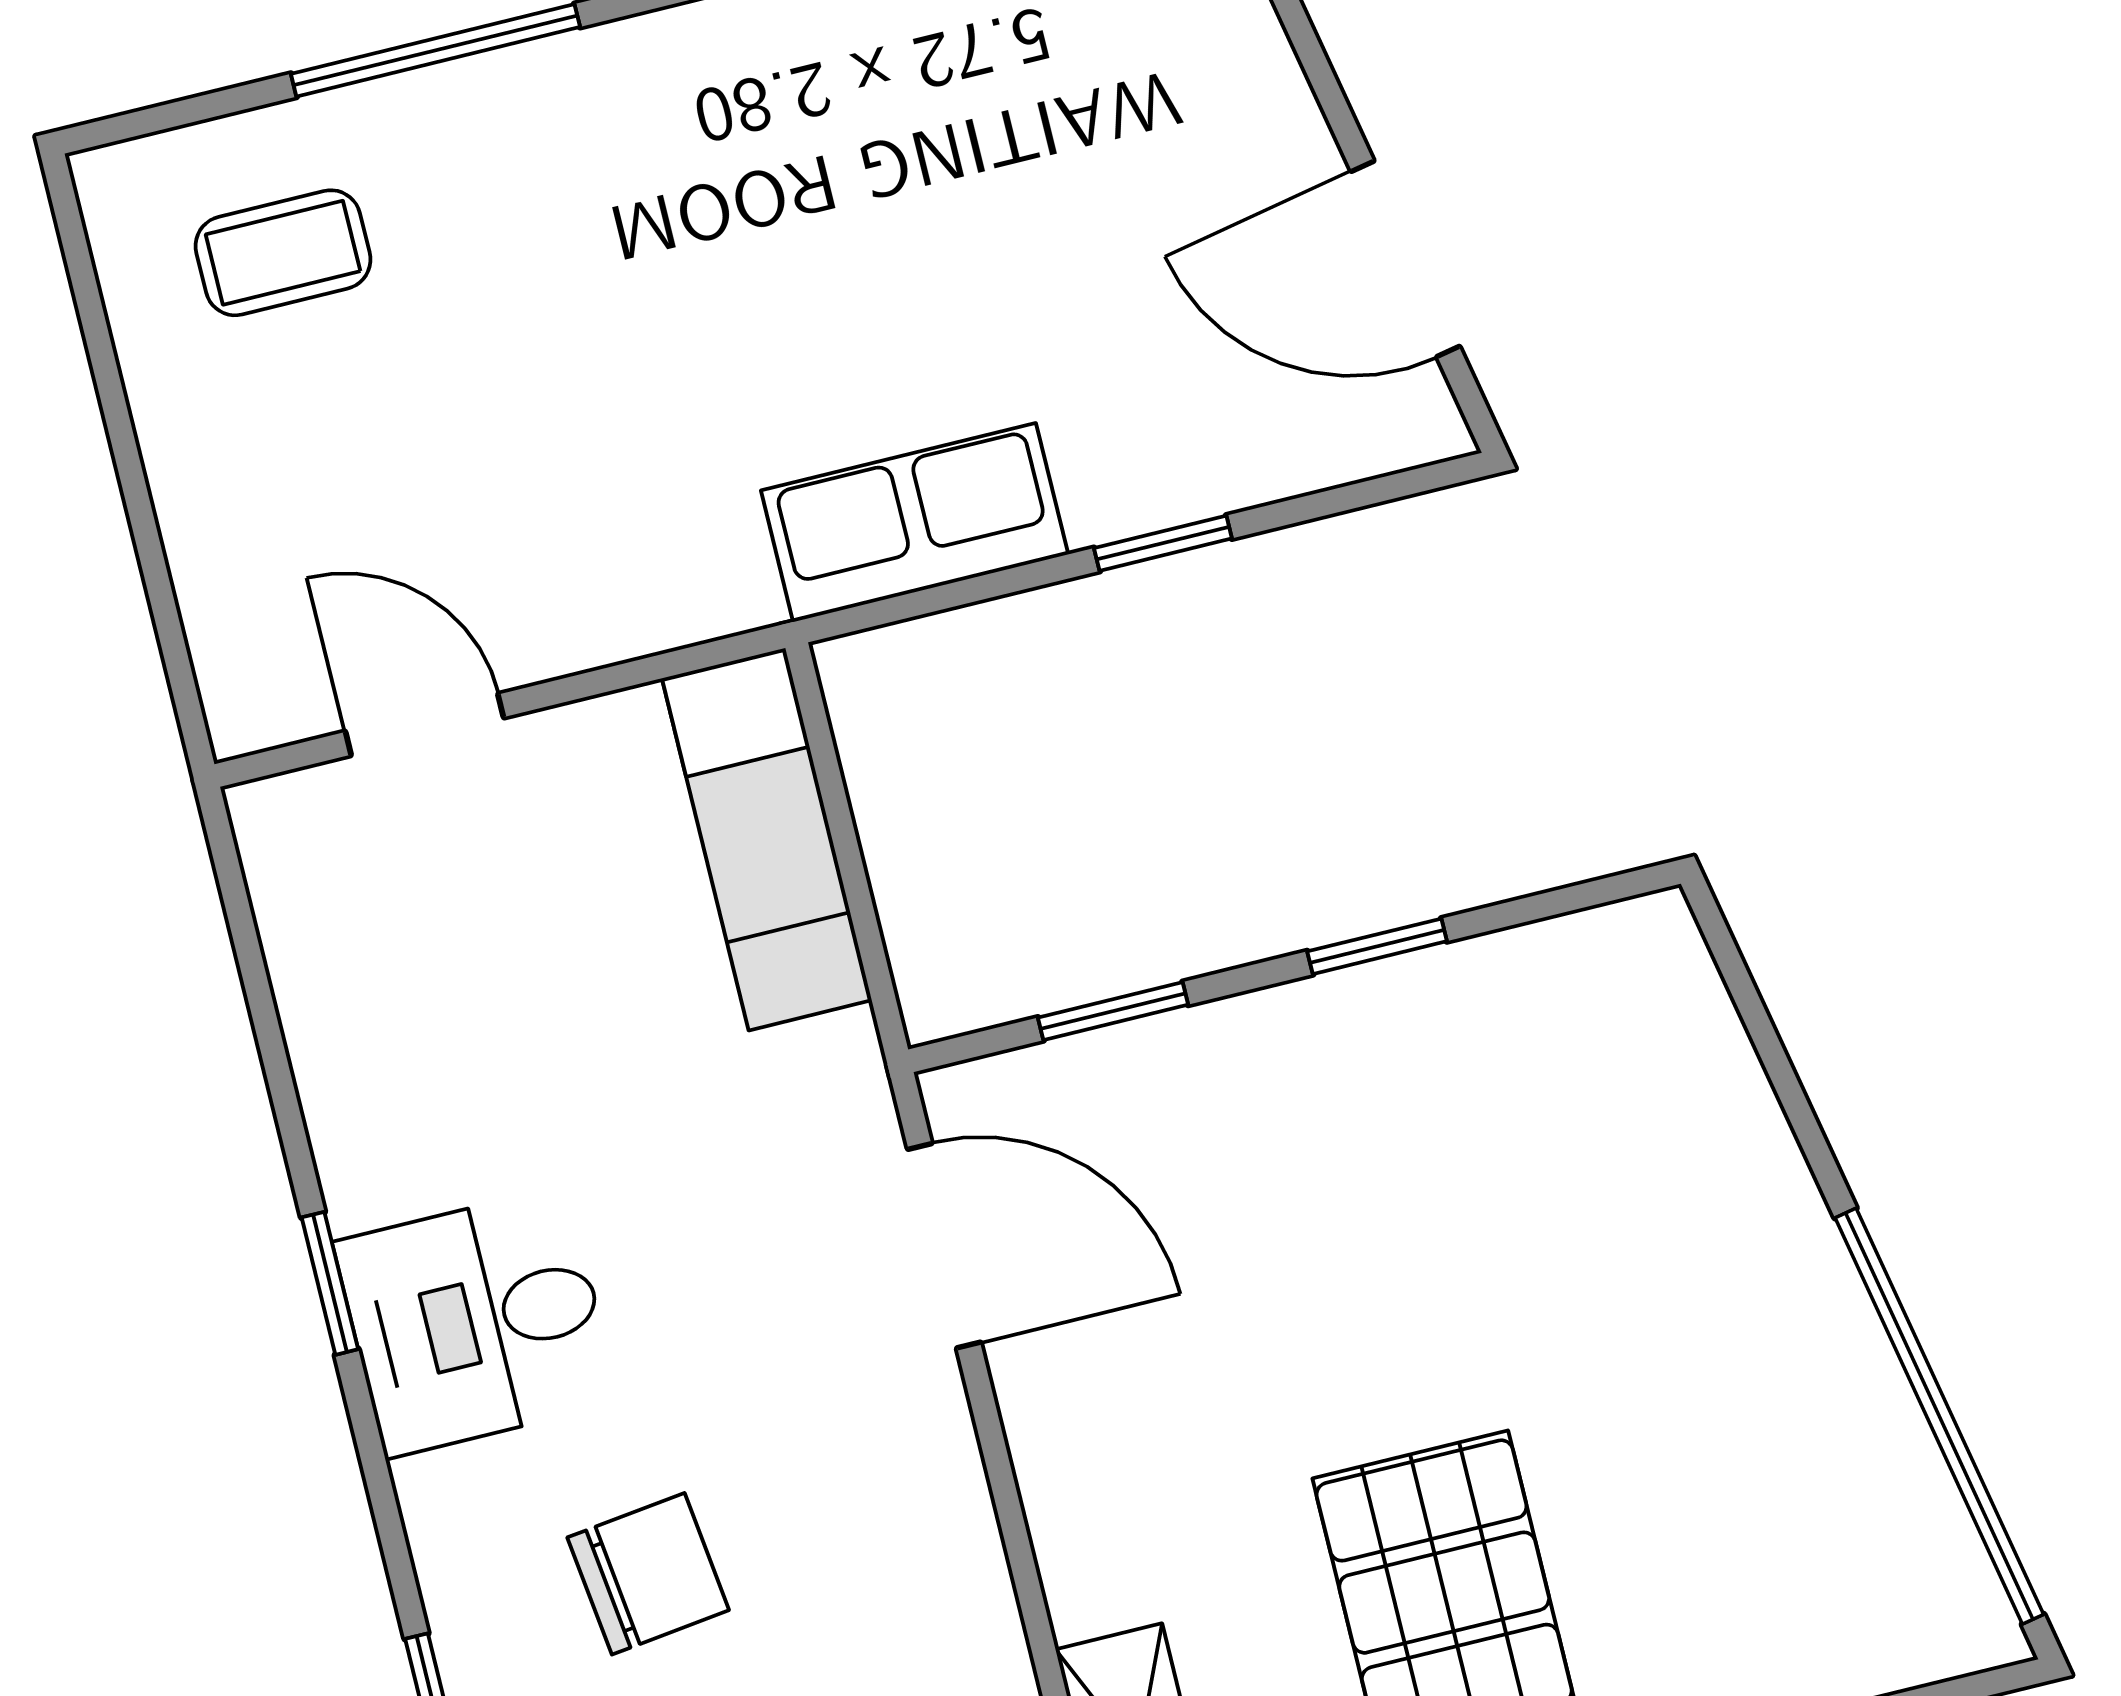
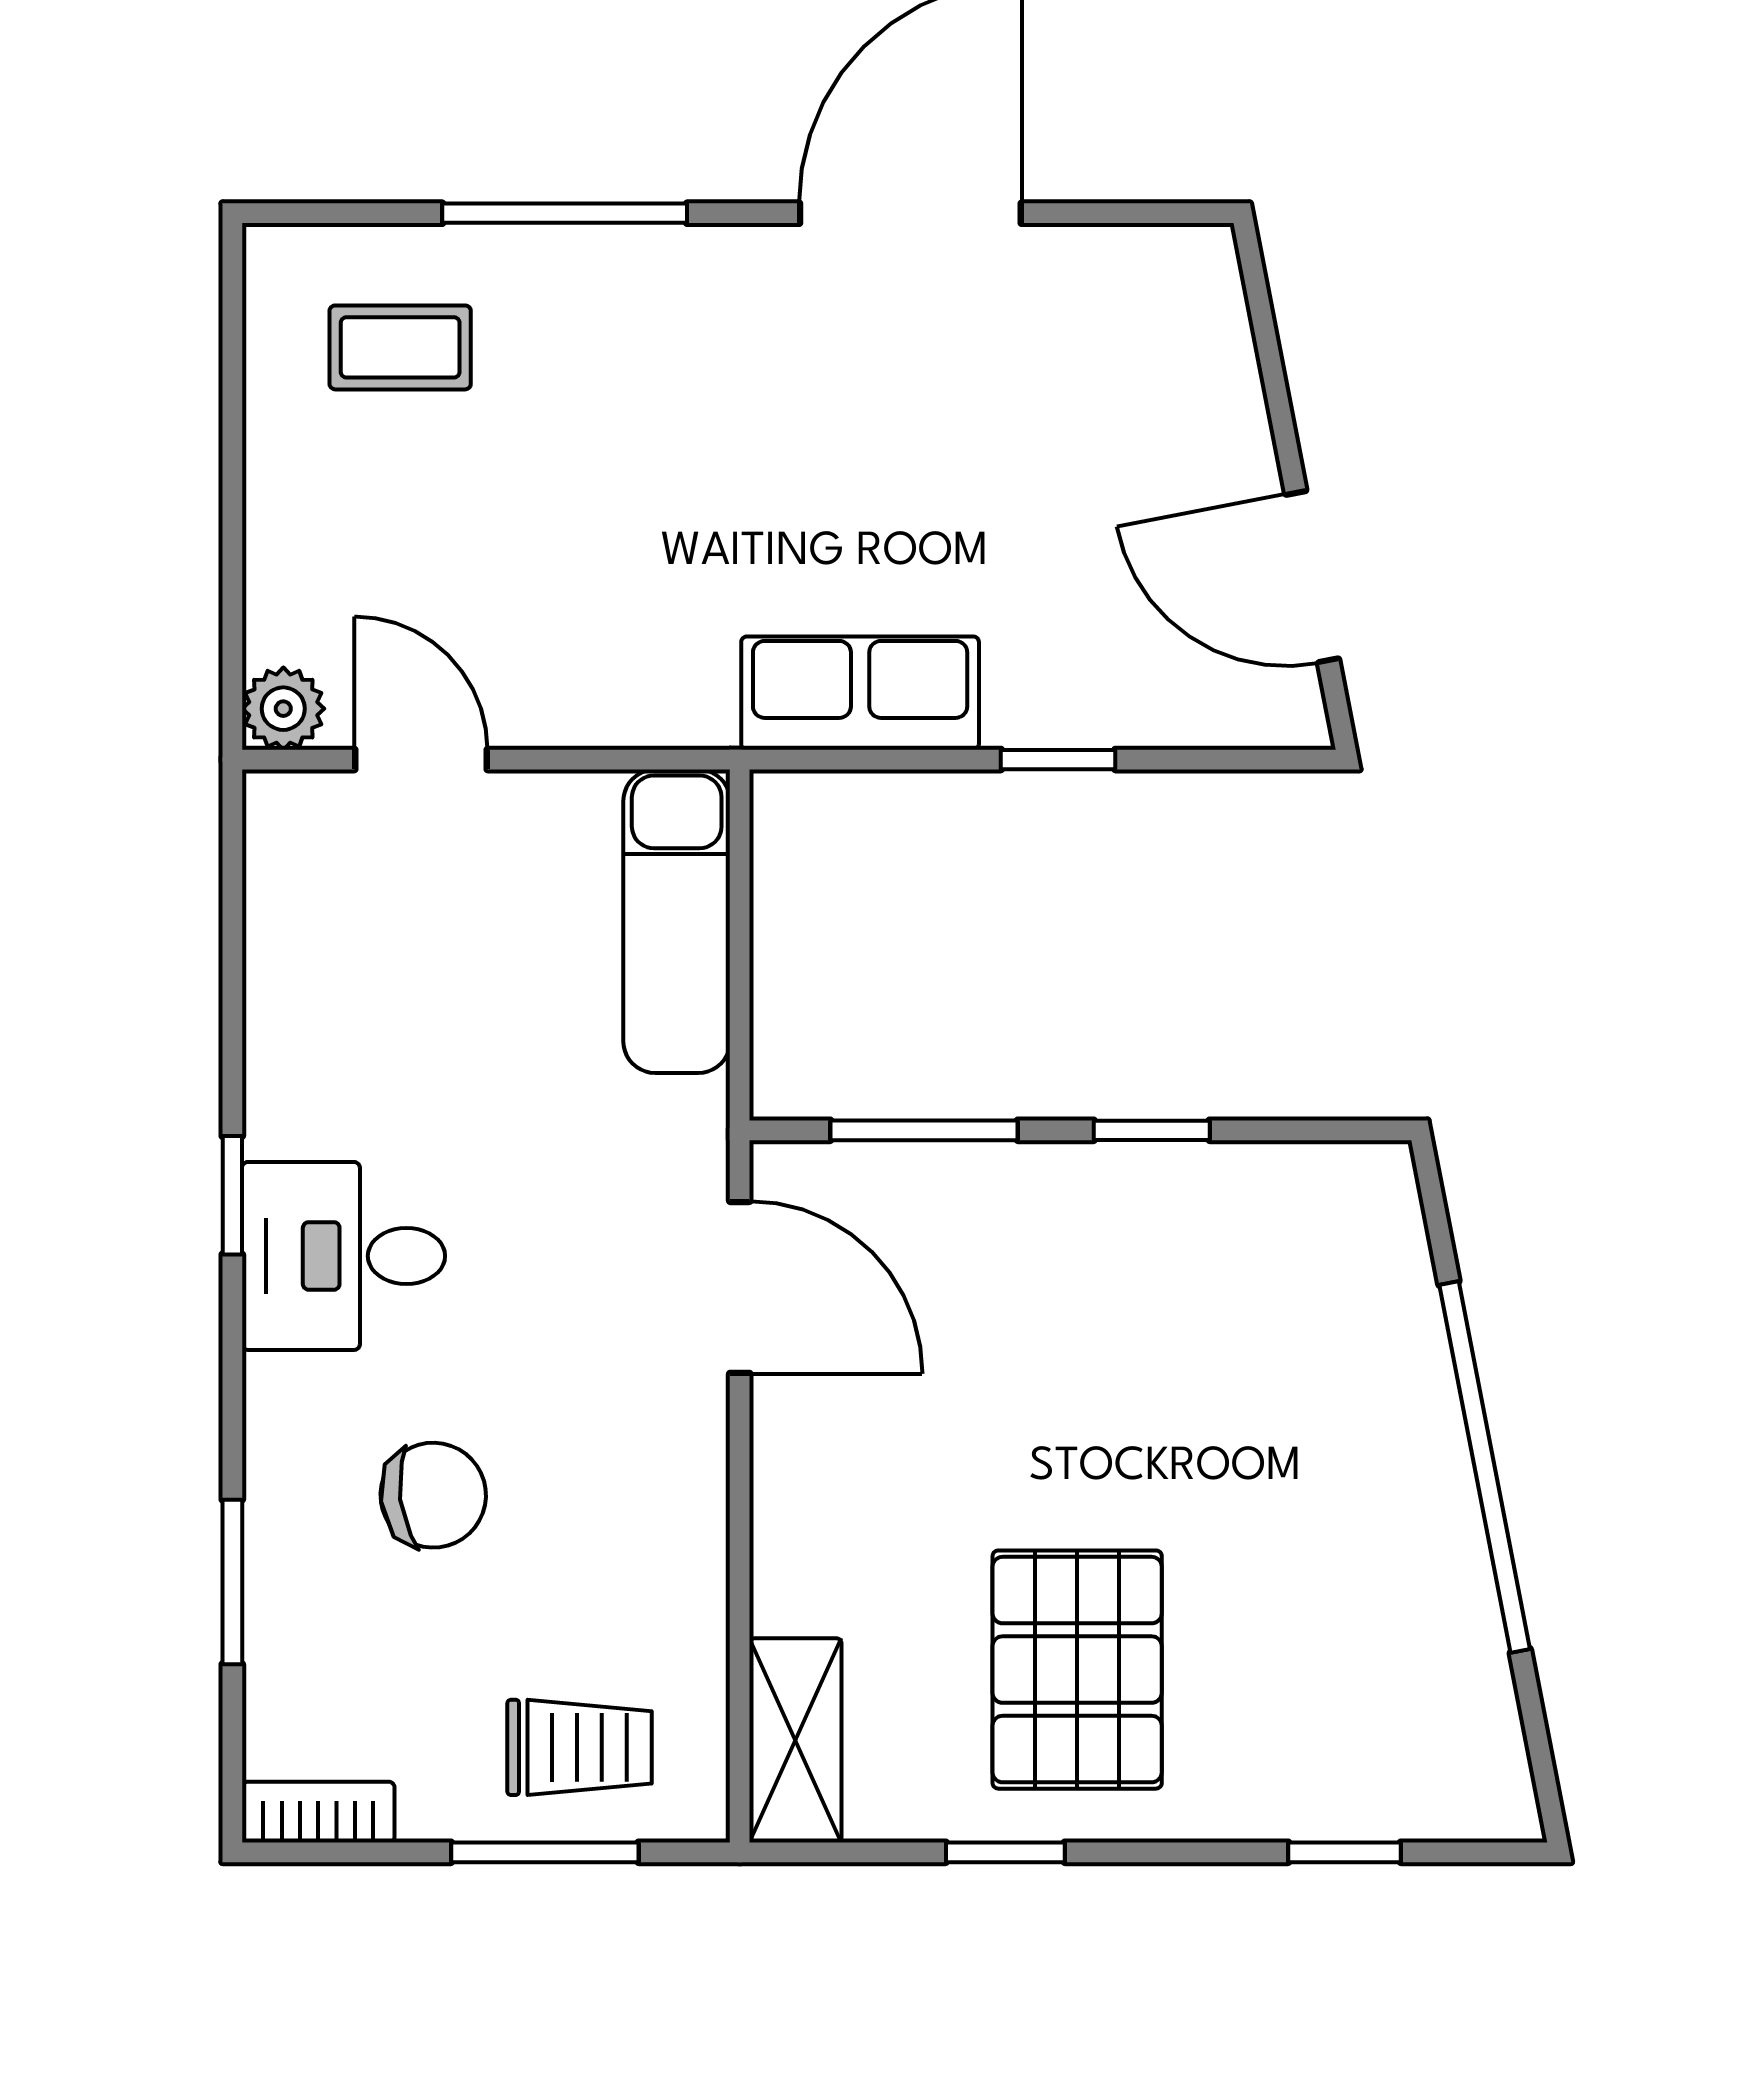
plant: (250, 705) -> (283, 709), added
window: (1113, 1011) -> (924, 1130), width x1.50
window: (1939, 1416) -> (1485, 1467), moved

